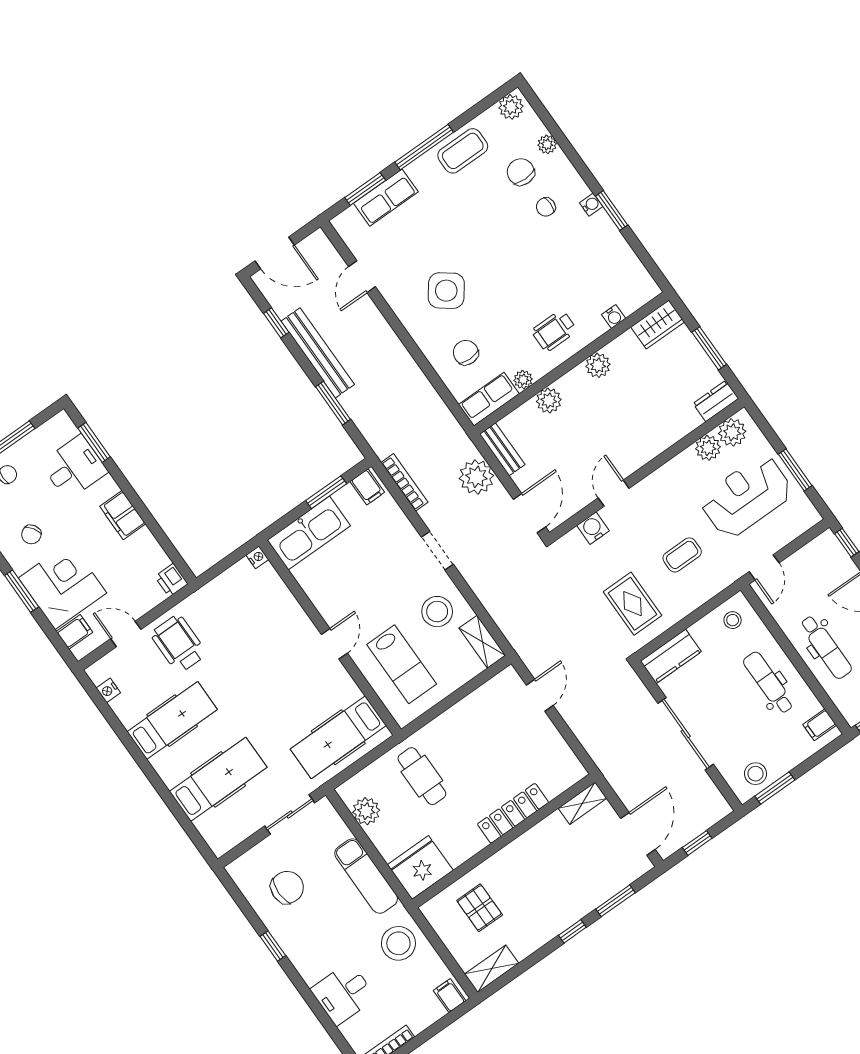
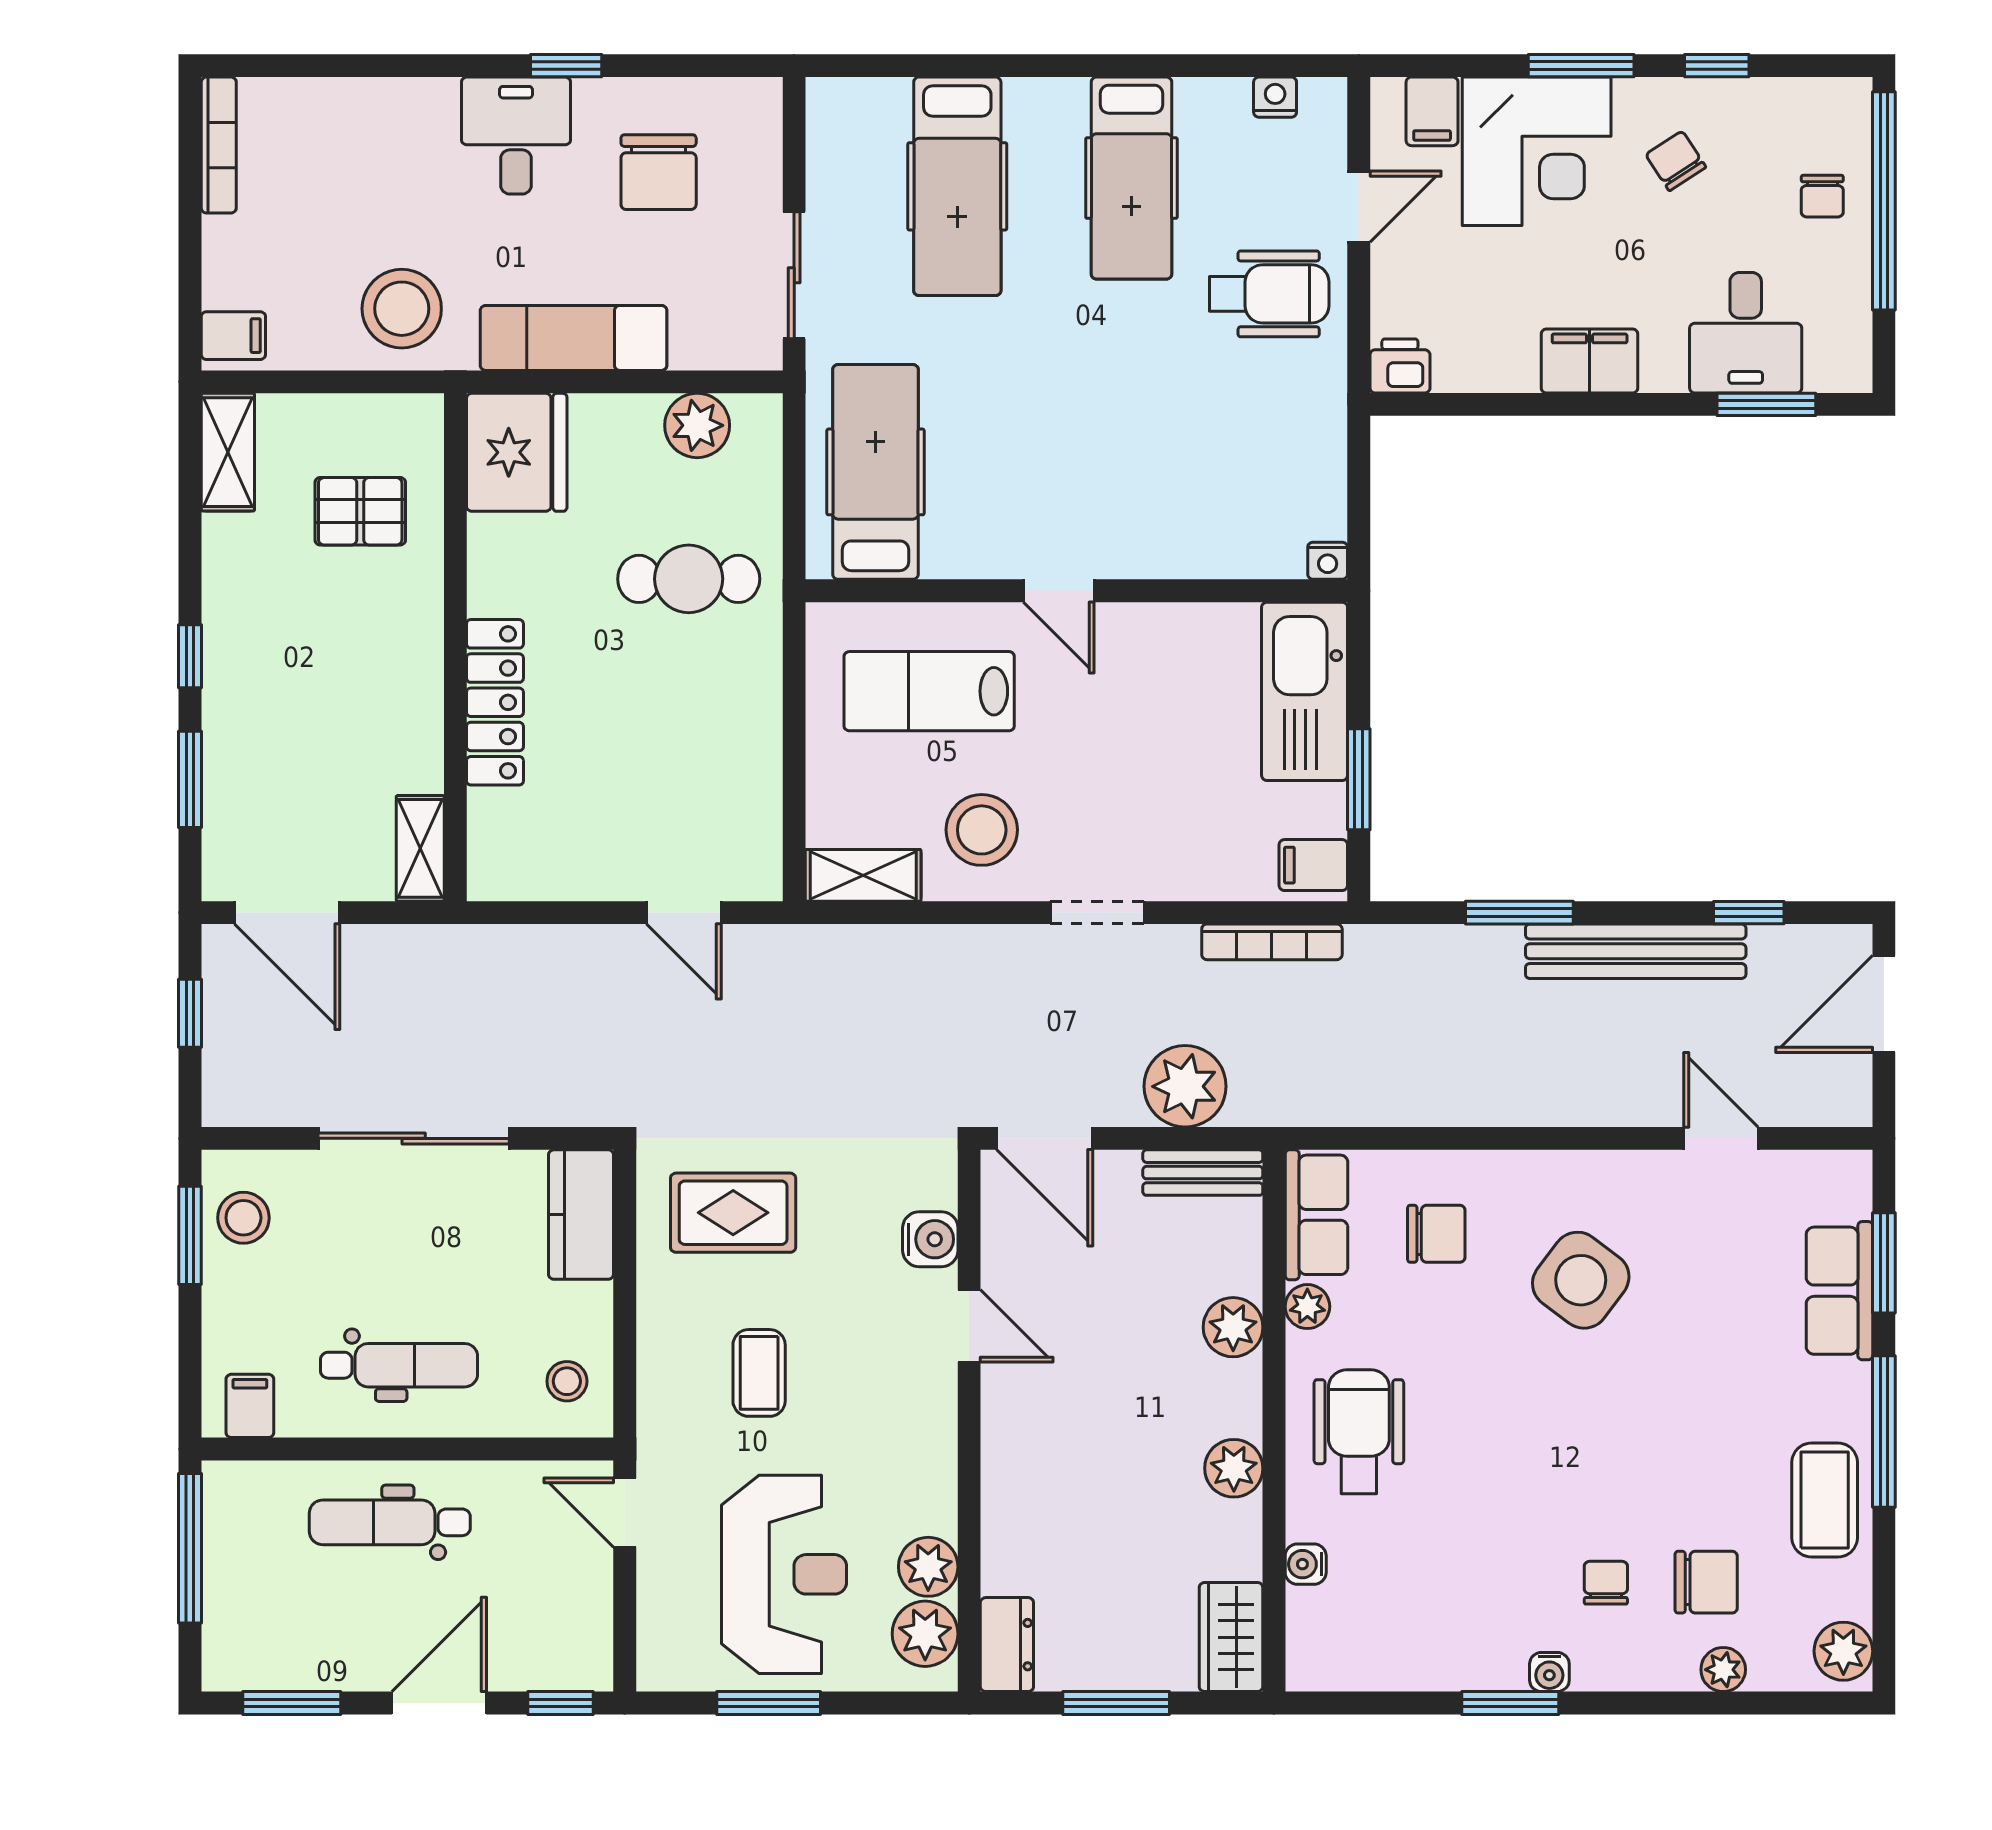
wheelchair: (554, 331) -> (1359, 1432), width x1.36, depth x1.37
desk: (343, 994) -> (516, 136), moved

